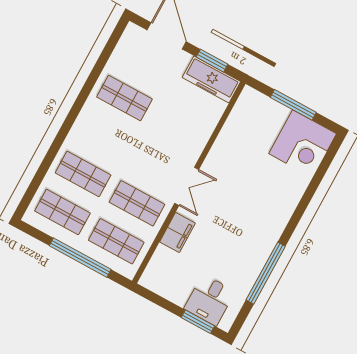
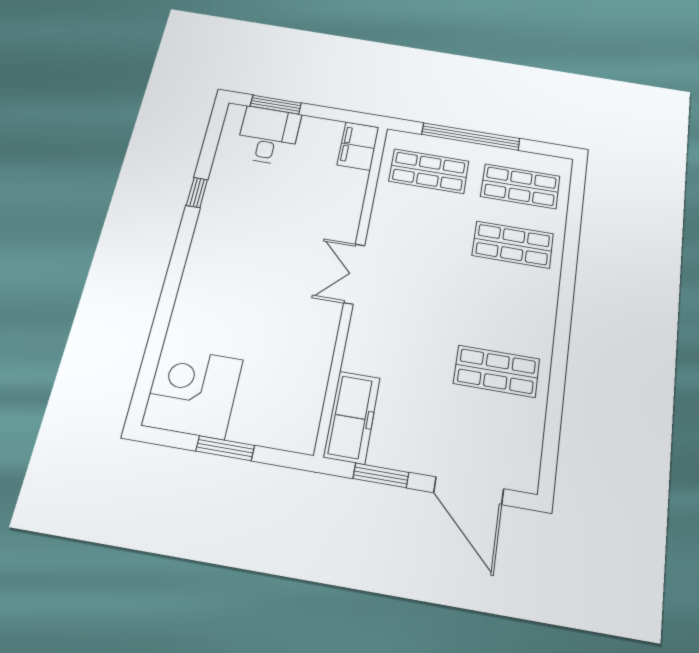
freezer: (211, 79) -> (352, 417), moved, turned 90
window: (293, 105) -> (225, 448), width x0.69
shop shelf: (137, 203) -> (419, 229), removed
filing cabinet: (177, 232) -> (358, 146), moved
window: (266, 273) -> (197, 193), width x0.32

